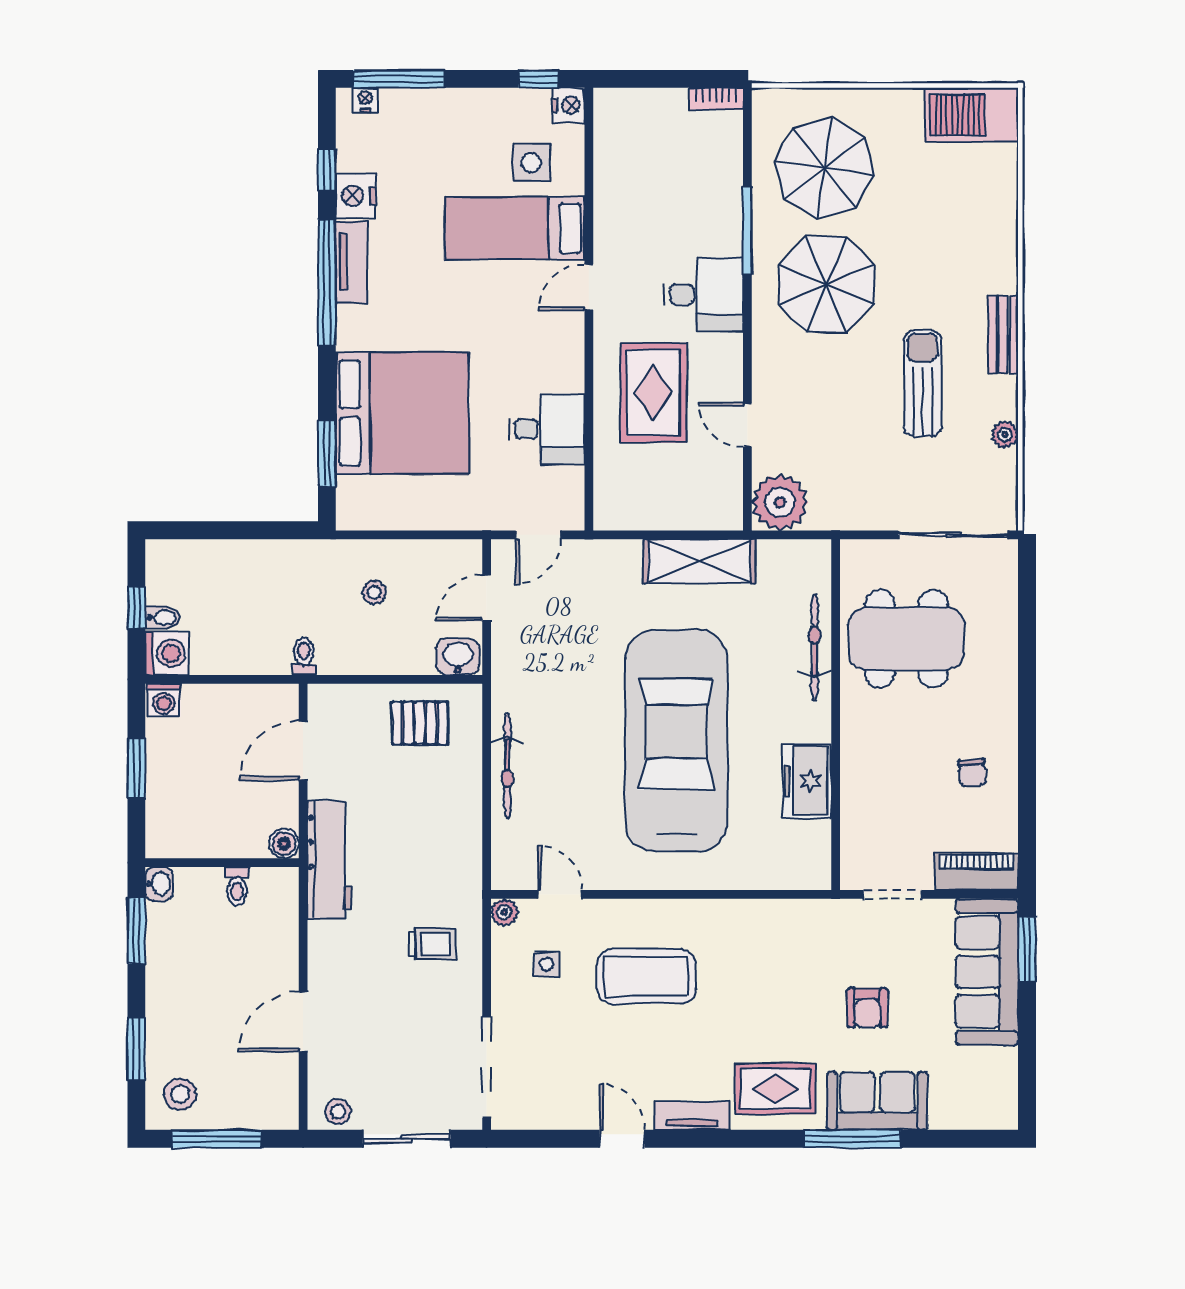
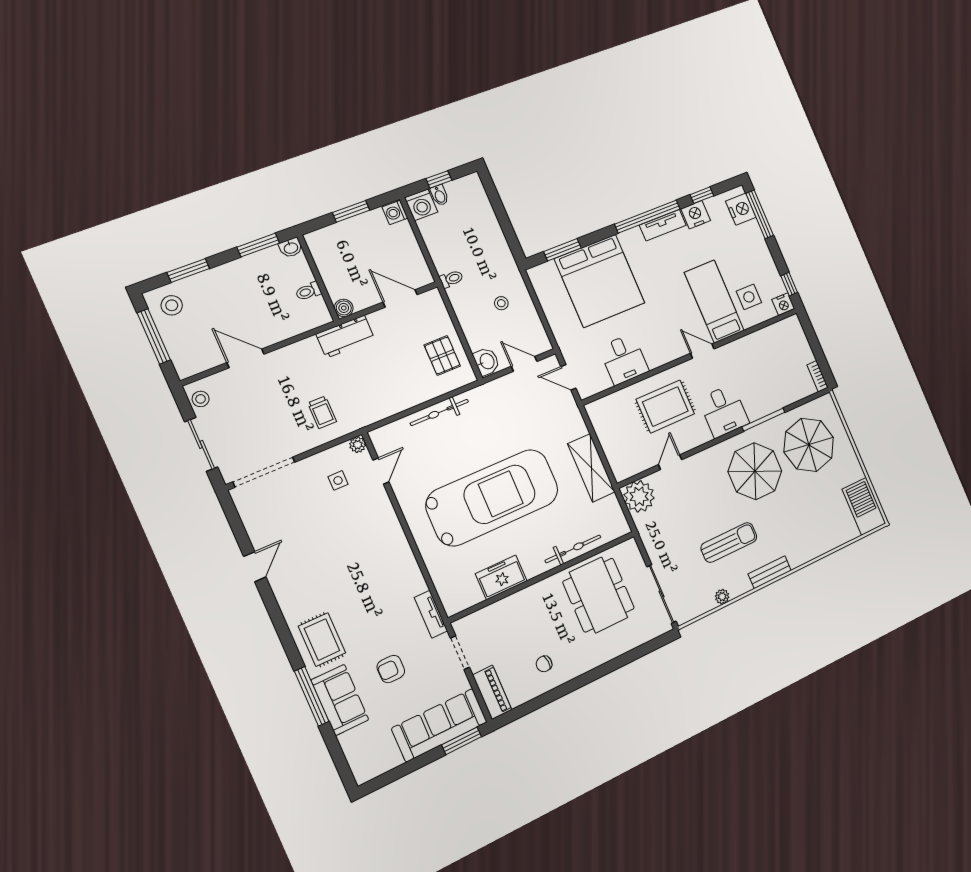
nightstand: (365, 100) -> (741, 209), width x1.89, depth x1.79
workbench: (330, 860) -> (345, 337), width x0.73
coffee table: (646, 976) -> (355, 539), removed
tv unit: (692, 1116) -> (431, 614), moved, turned 180

